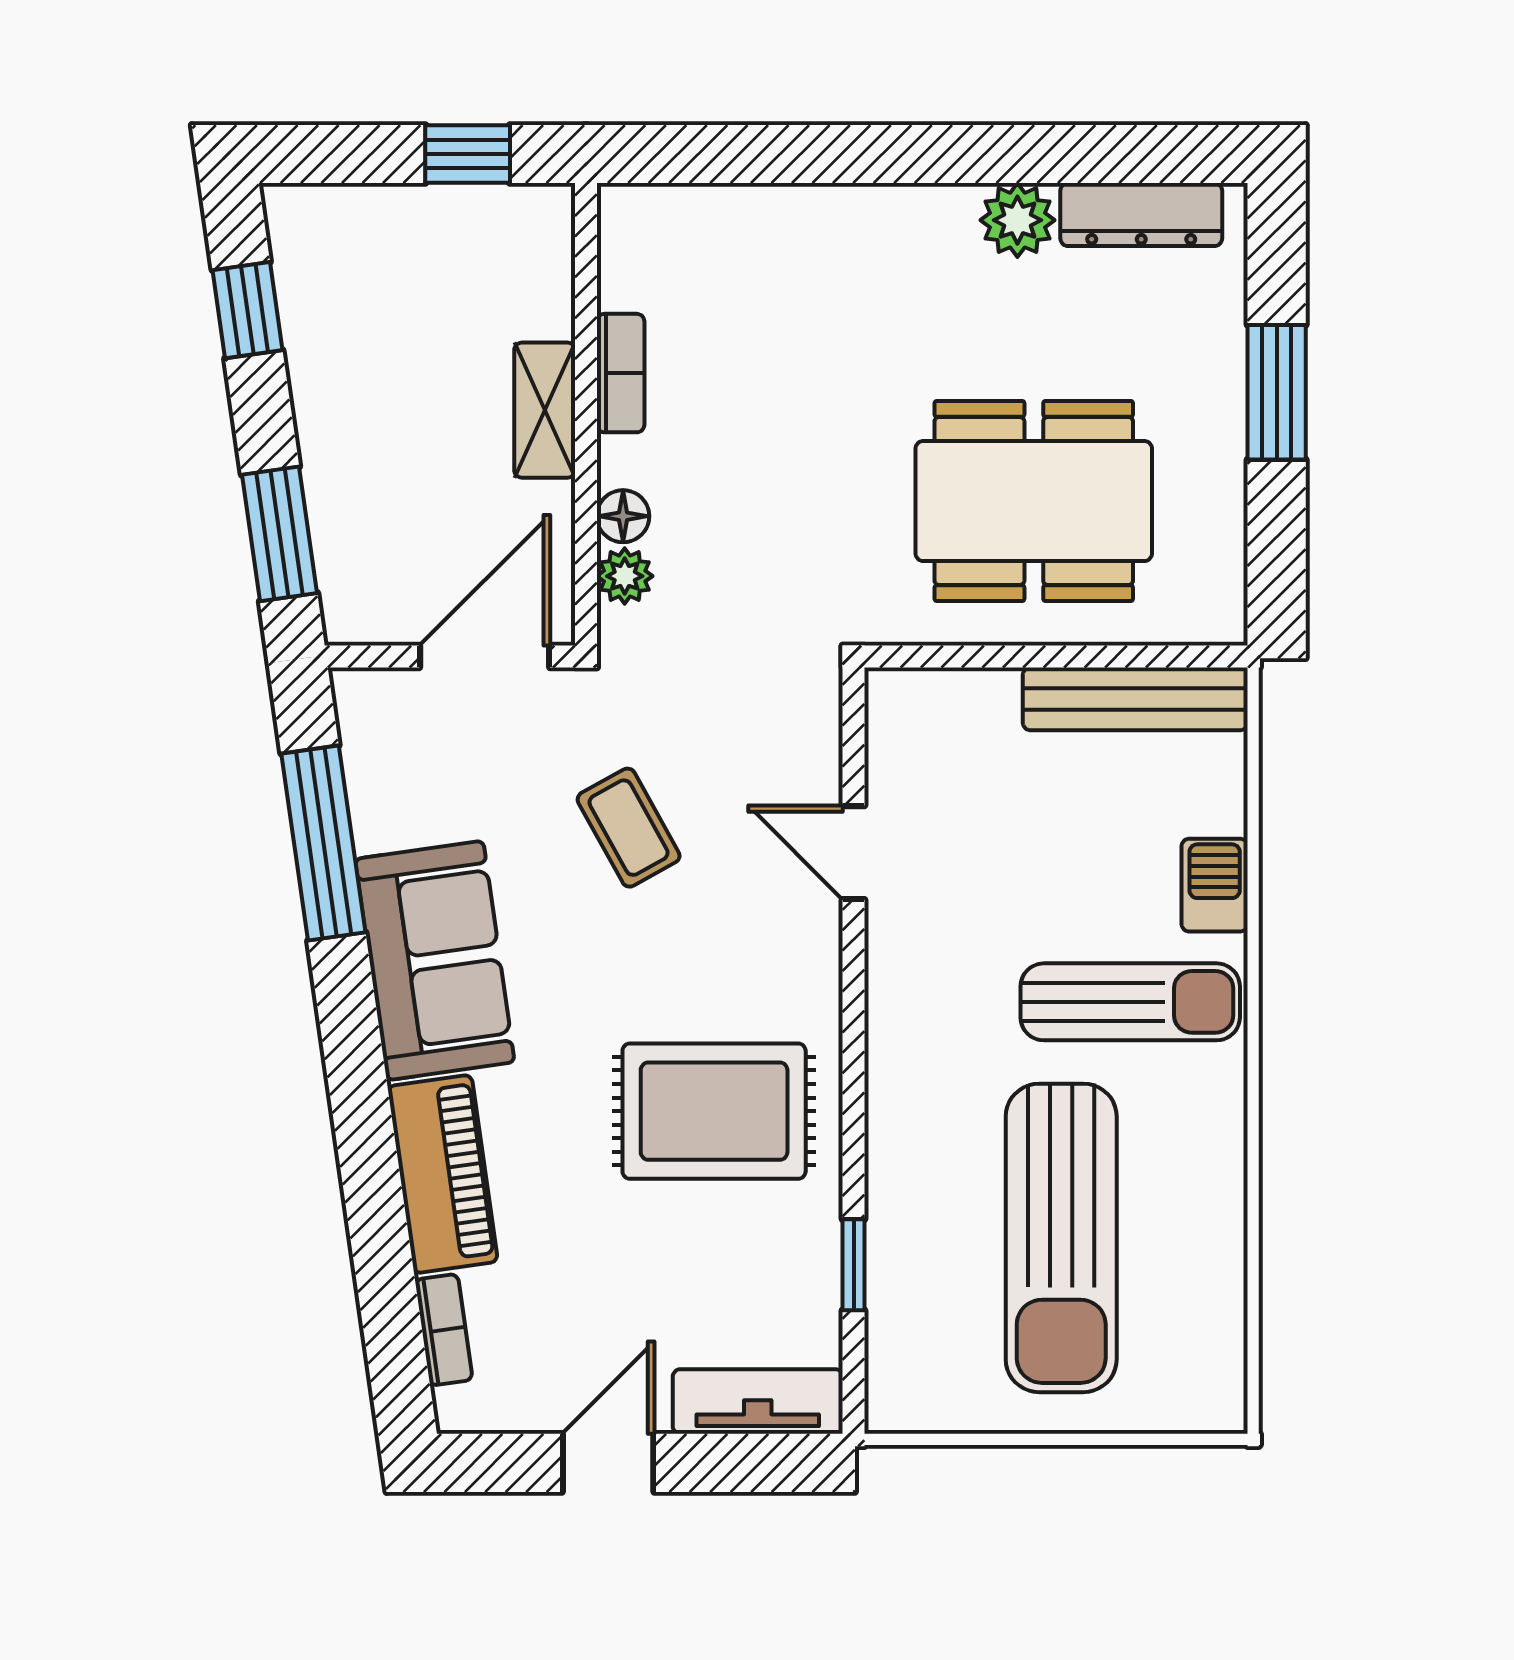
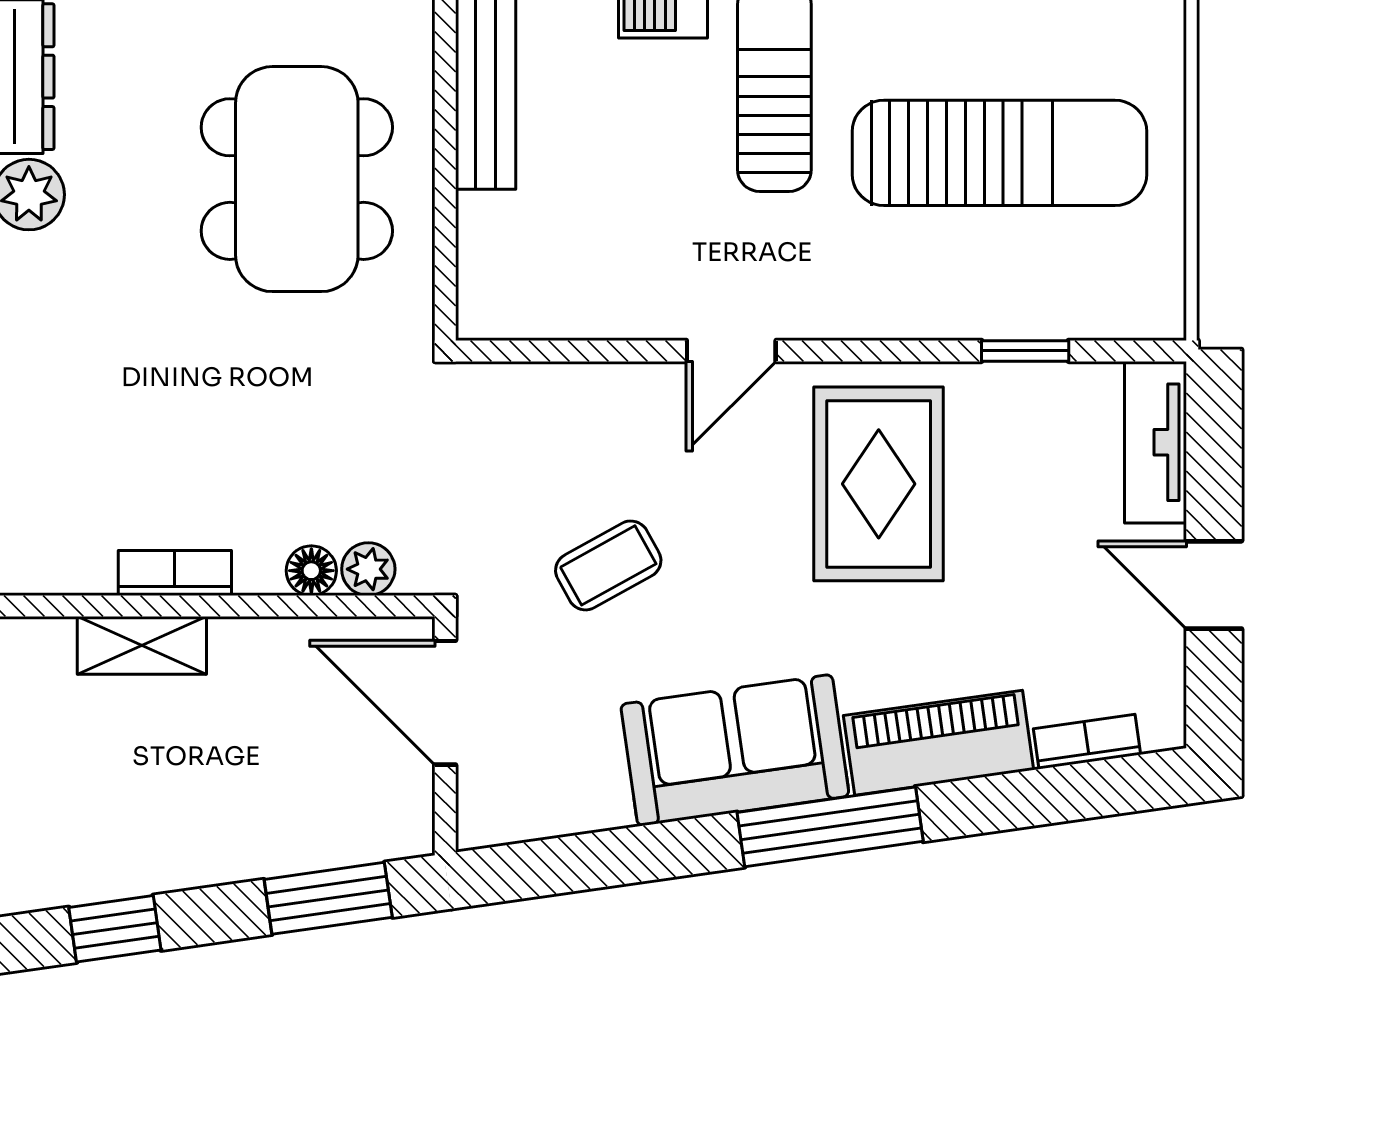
shelving: (545, 410) -> (142, 645), moved
window: (323, 843) -> (830, 827), moved
door: (854, 853) -> (731, 351), moved

